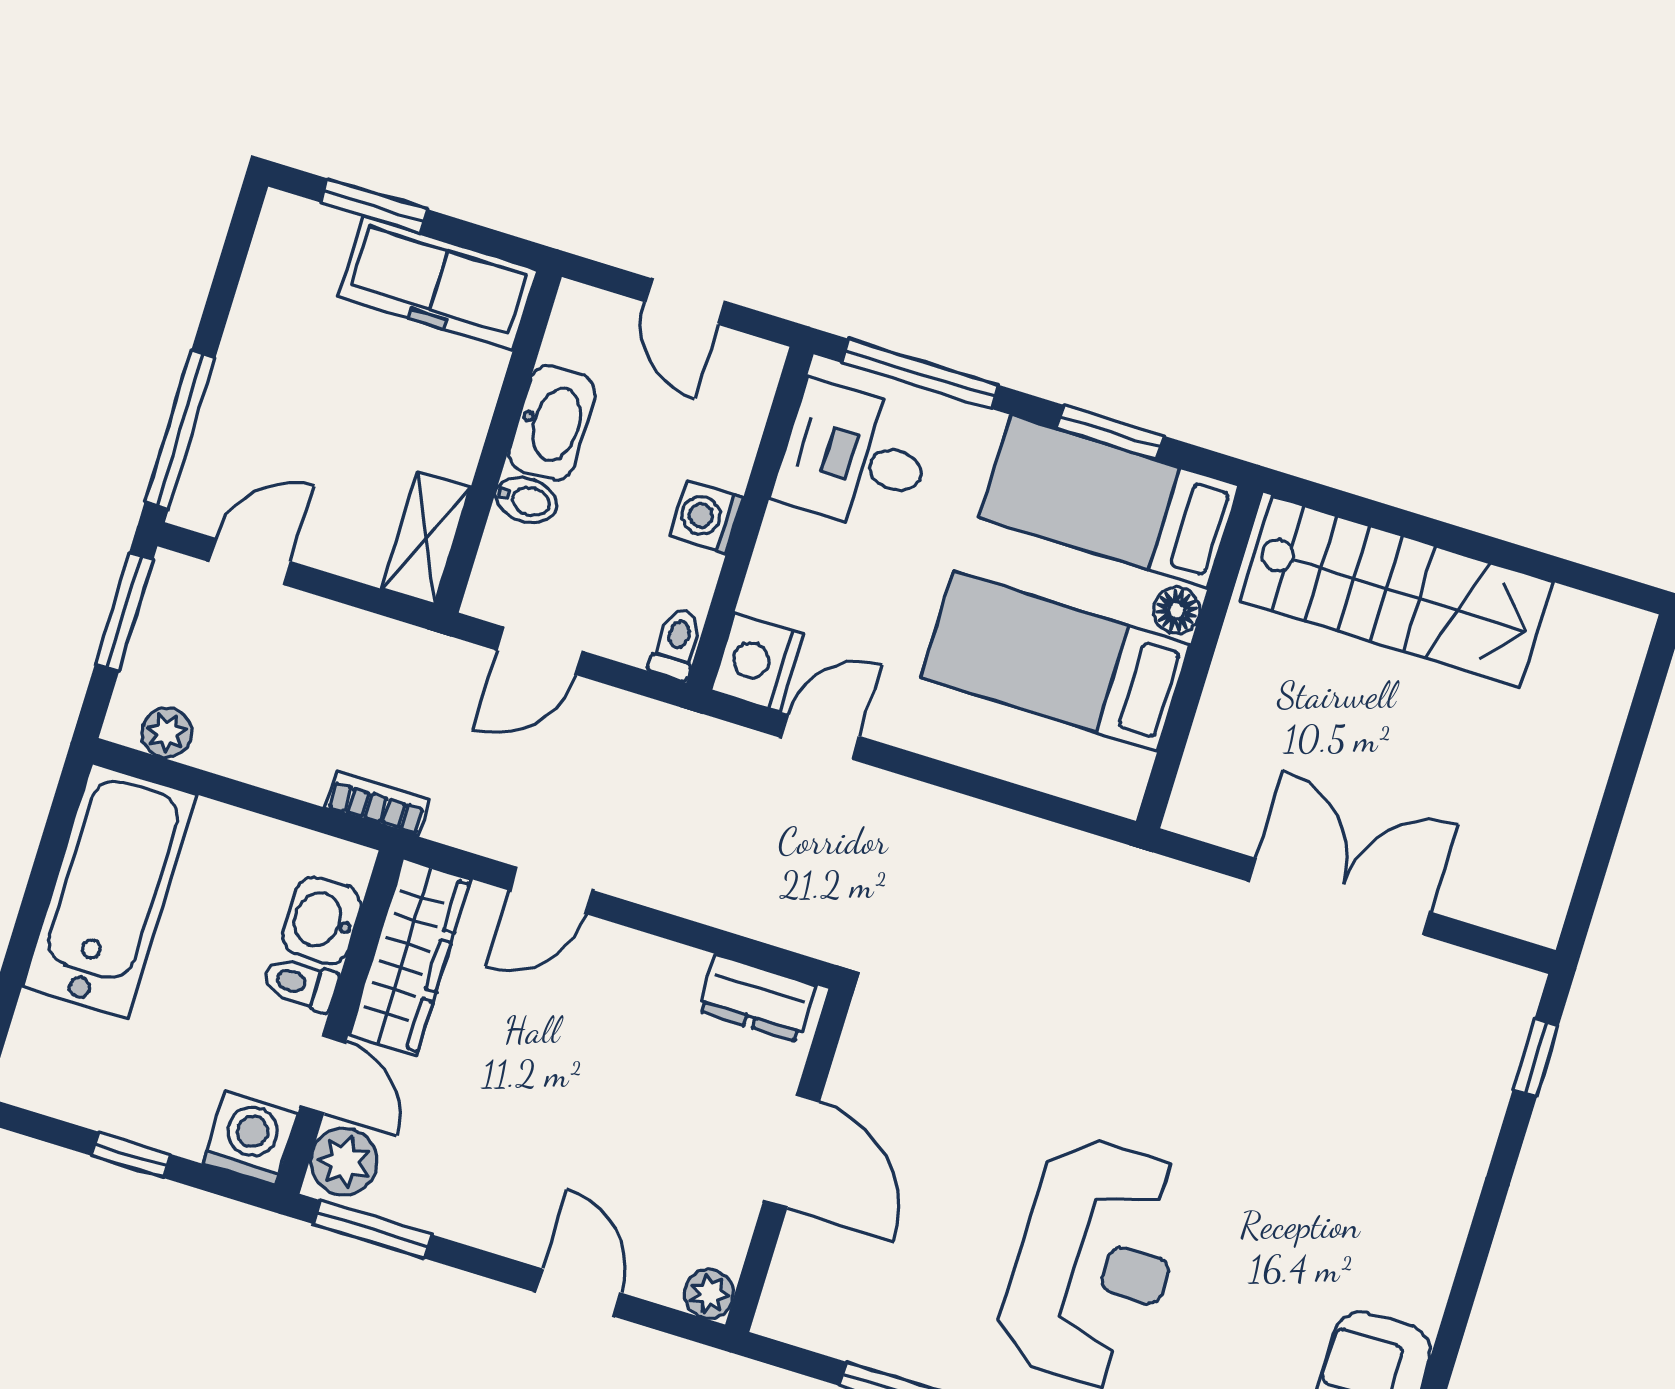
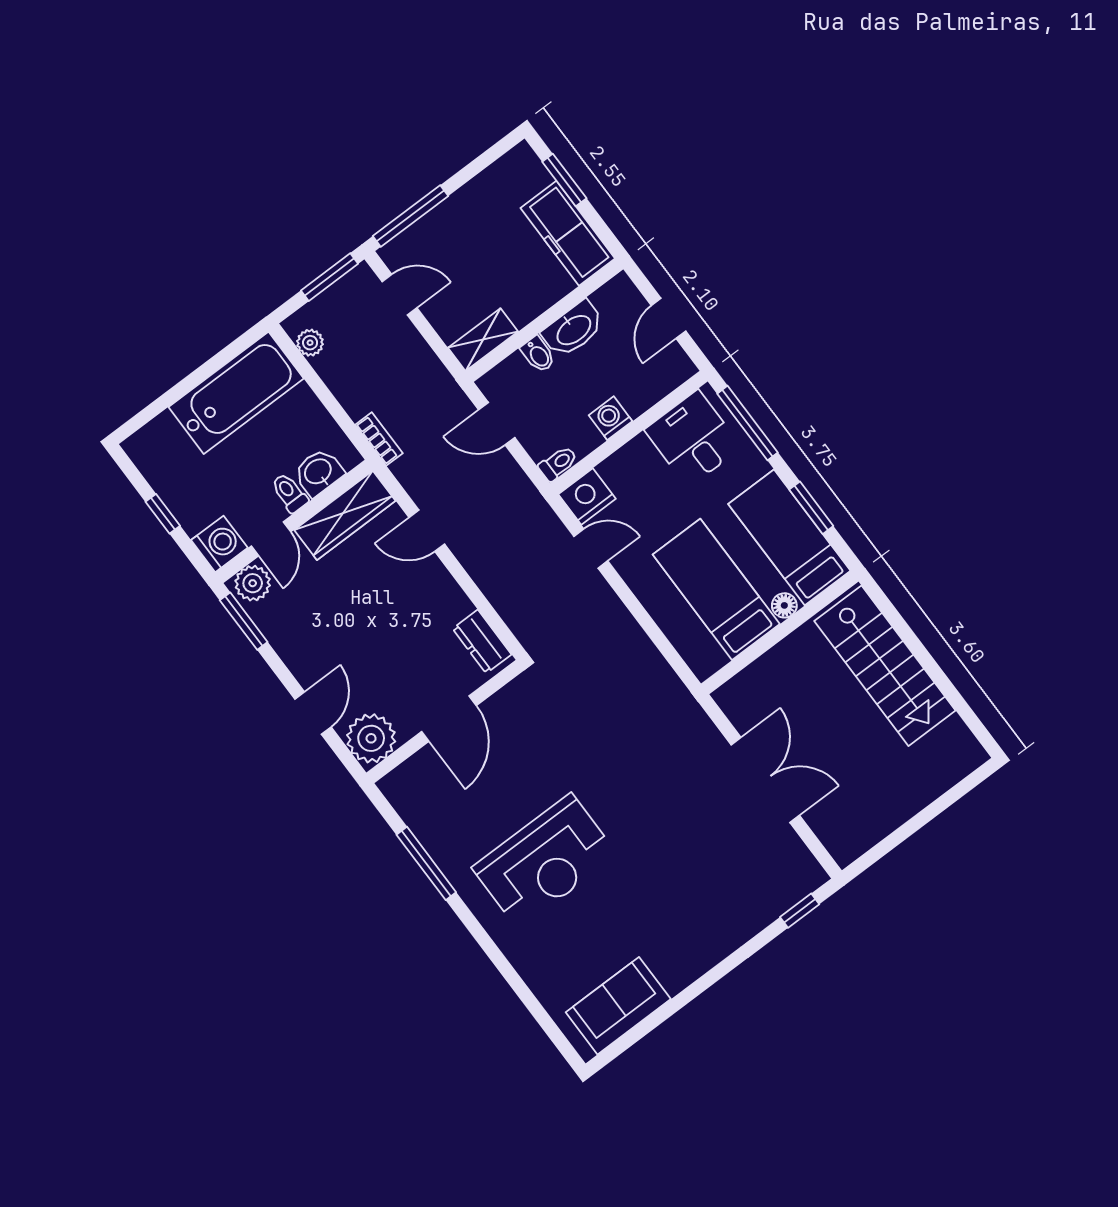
plant: (709, 1294) -> (371, 738), width x1.87, depth x1.87

